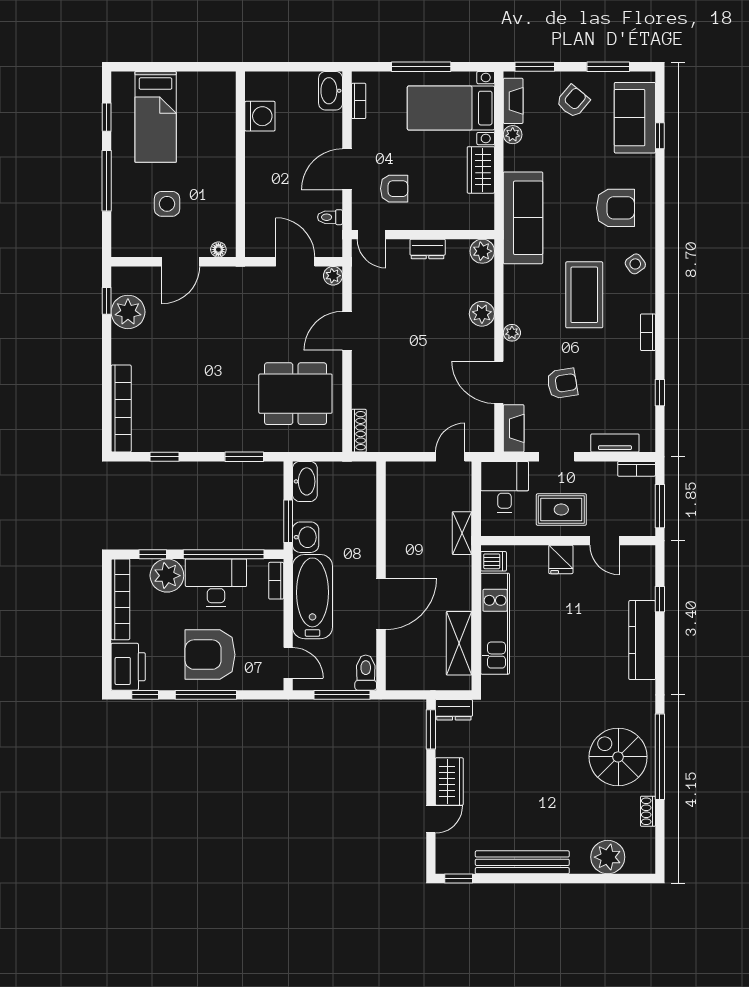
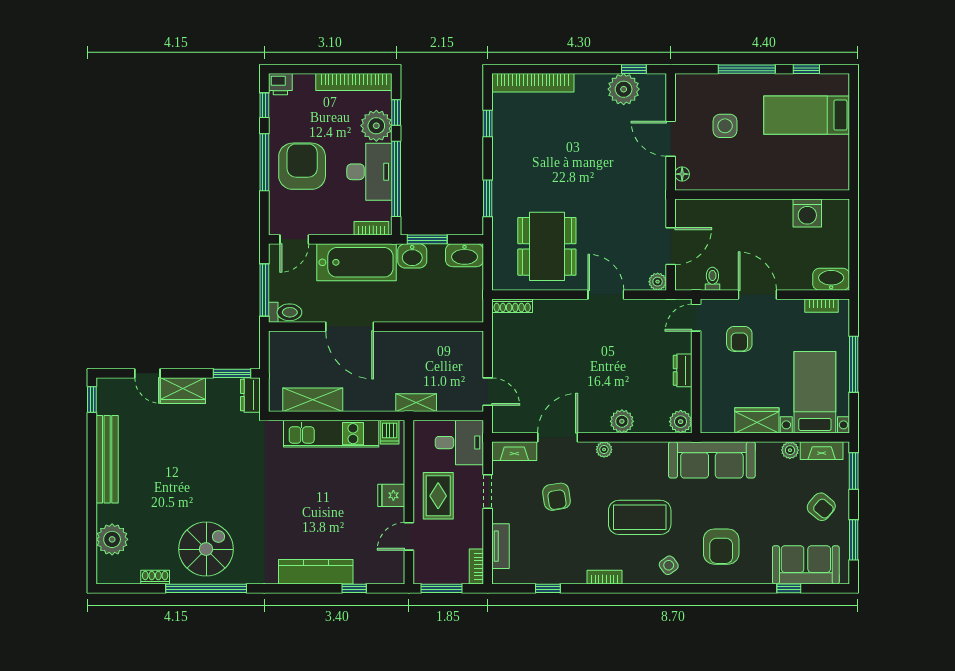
printer: (128, 667) -> (280, 84), width x0.53, depth x0.68

